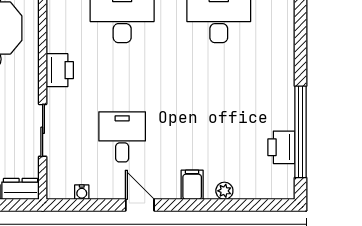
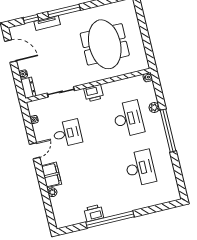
window: (301, 132) -> (110, 220), moved
printer: (281, 147) -> (94, 213), moved
filing cabinet: (192, 185) -> (51, 175), width x2.00

